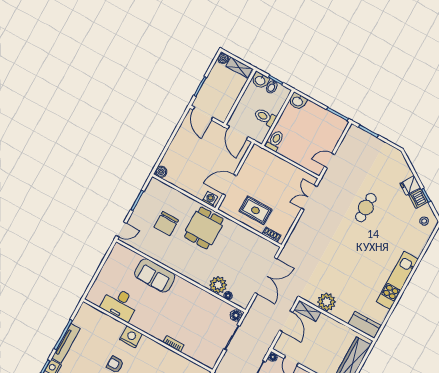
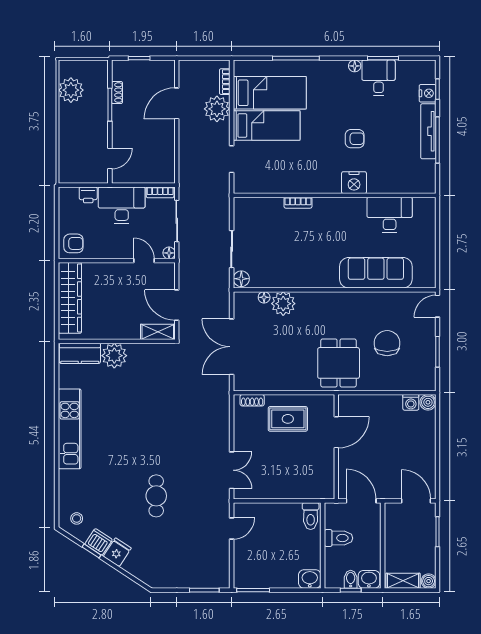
washing machine: (210, 199) -> (411, 402), moved
sofa: (155, 275) -> (376, 273), width x1.36
plant: (327, 302) -> (114, 356), moved

